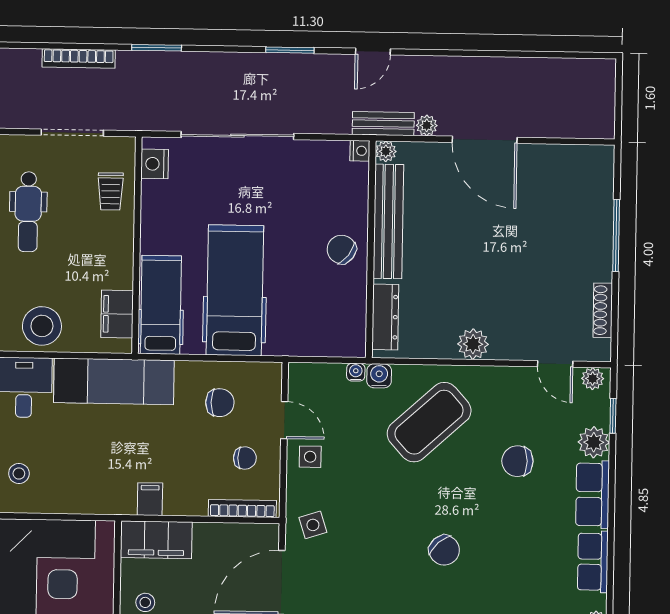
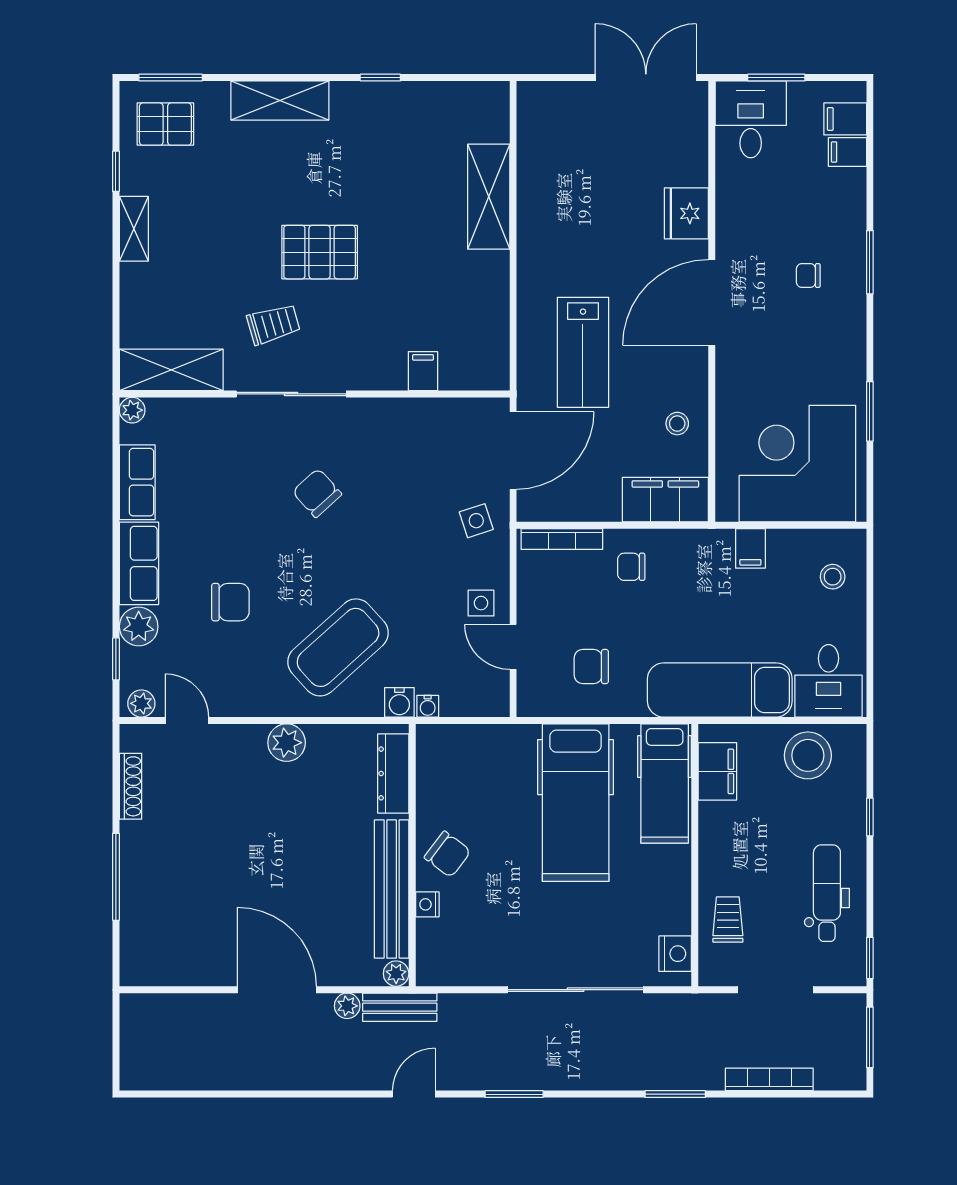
nightstand: (360, 151) -> (427, 904), moved
chair: (245, 458) -> (631, 567), moved
filing cabinet: (150, 499) -> (750, 548), moved

